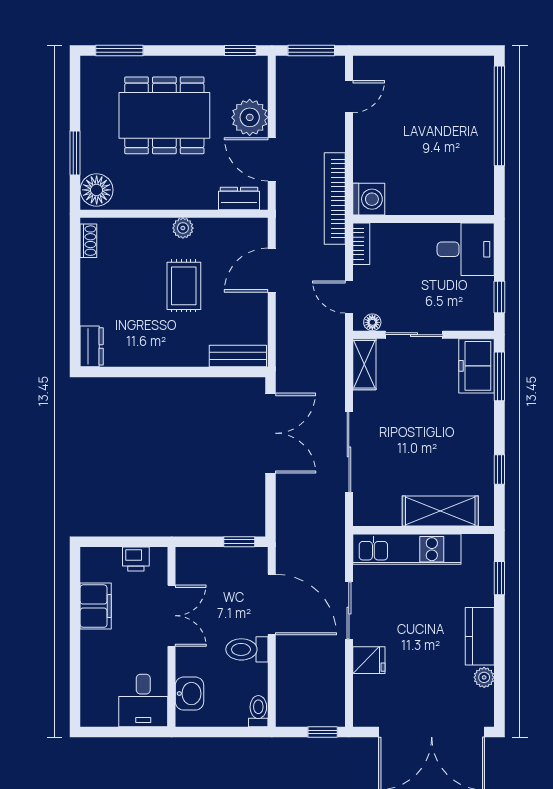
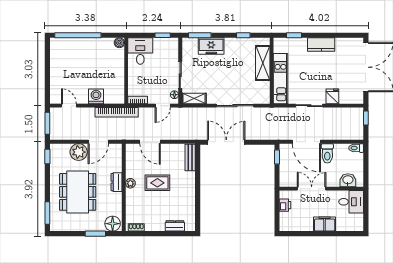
dresser: (239, 199) -> (117, 182), moved
washing machine: (369, 199) -> (96, 96), moved
boiler: (484, 204) -> (119, 43), added
dresser: (92, 346) -> (175, 226), moved
freezer: (476, 366) -> (211, 46), moved
door: (272, 605) -> (306, 142), swing flipped
filing cabinet: (96, 606) -> (325, 224), moved
plant: (484, 677) -> (340, 42), removed

